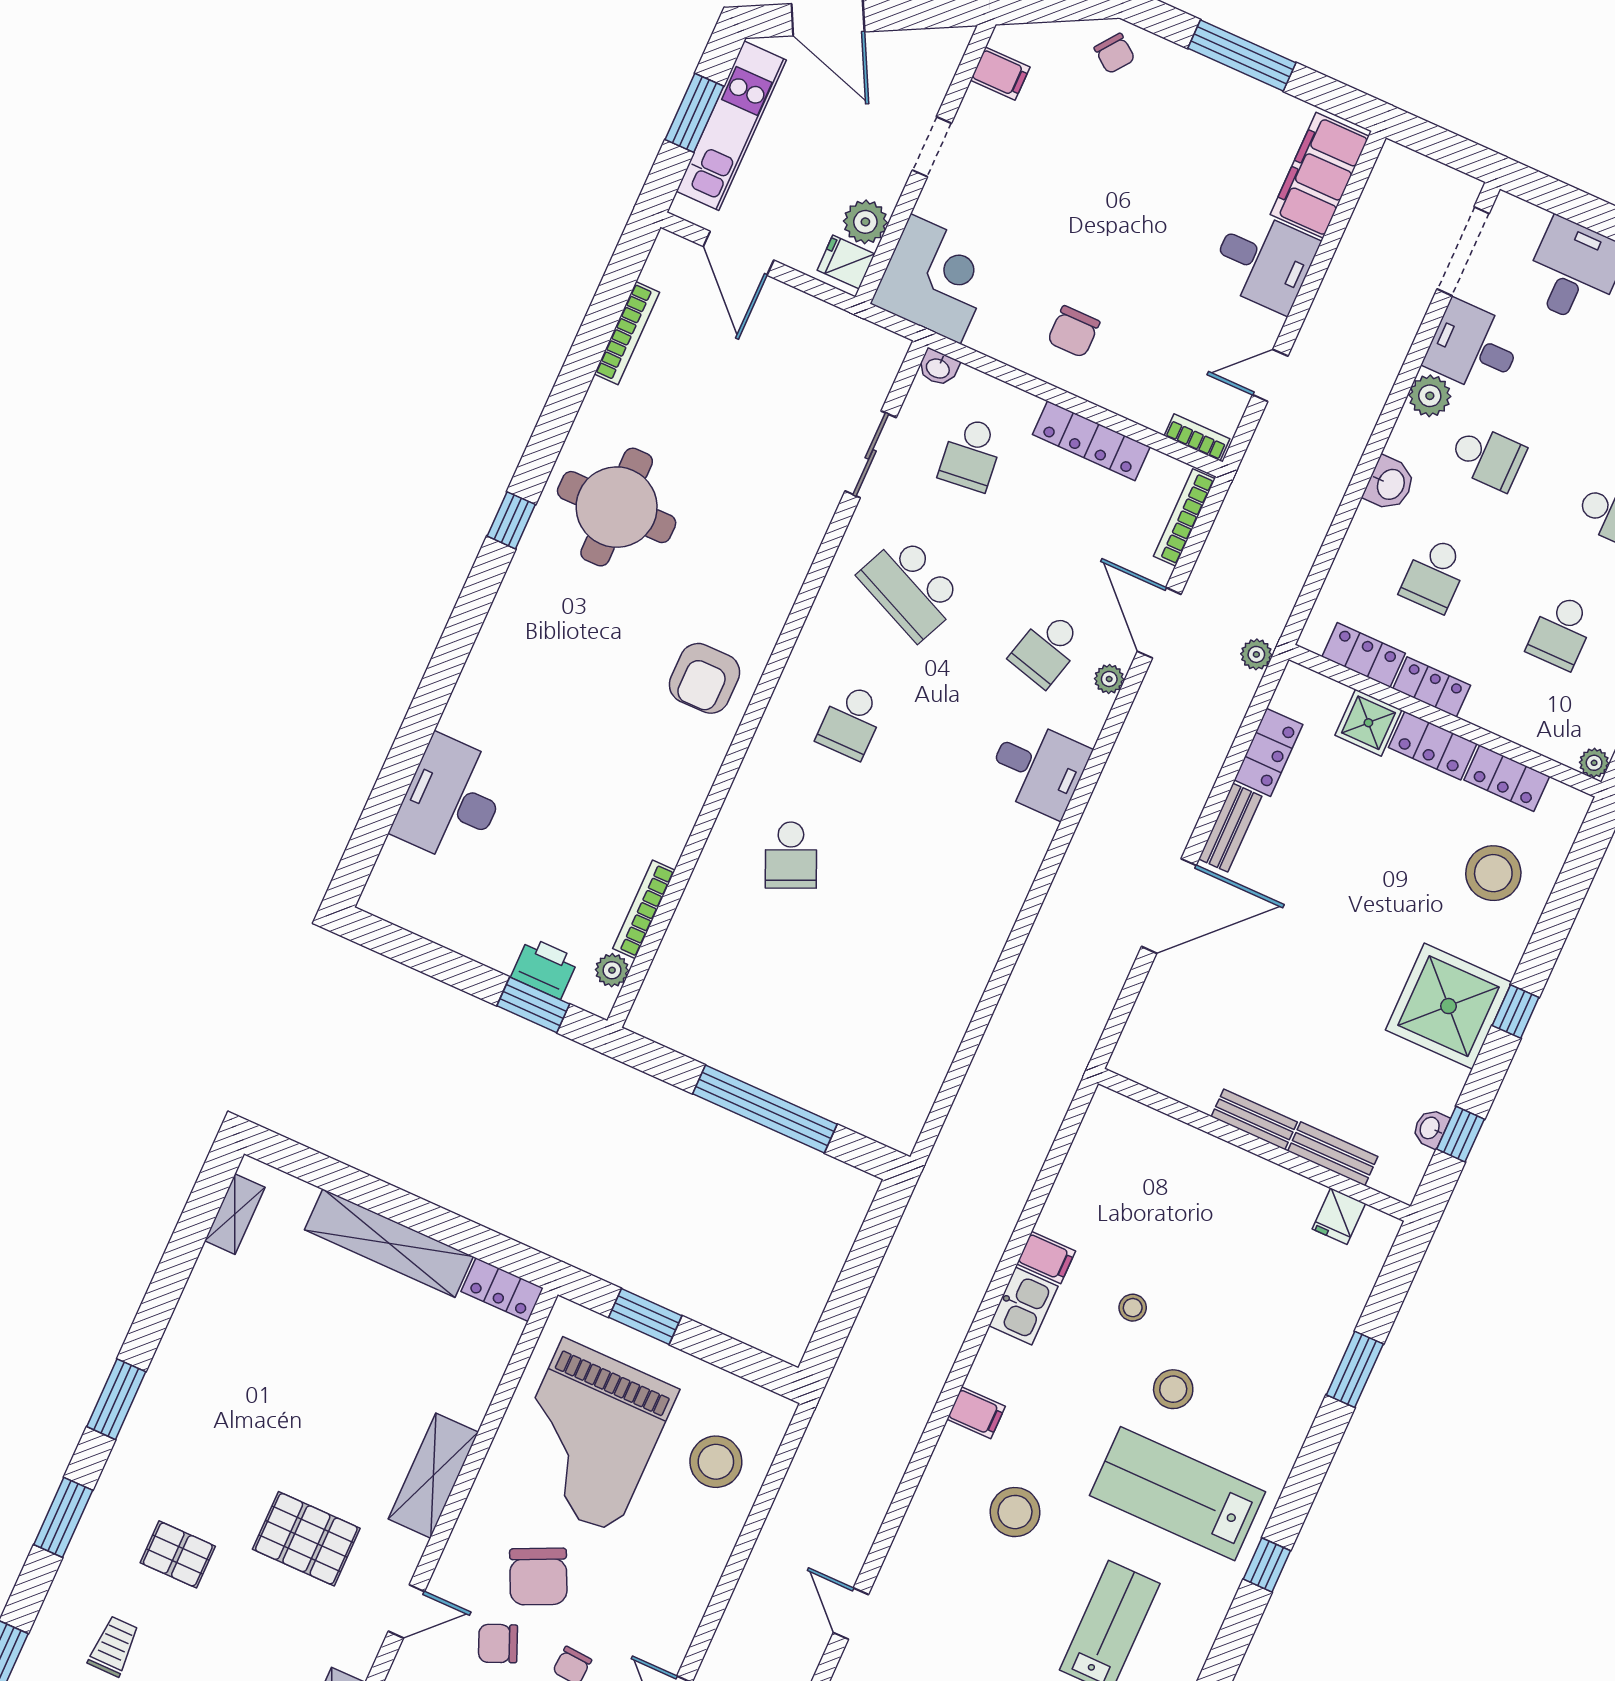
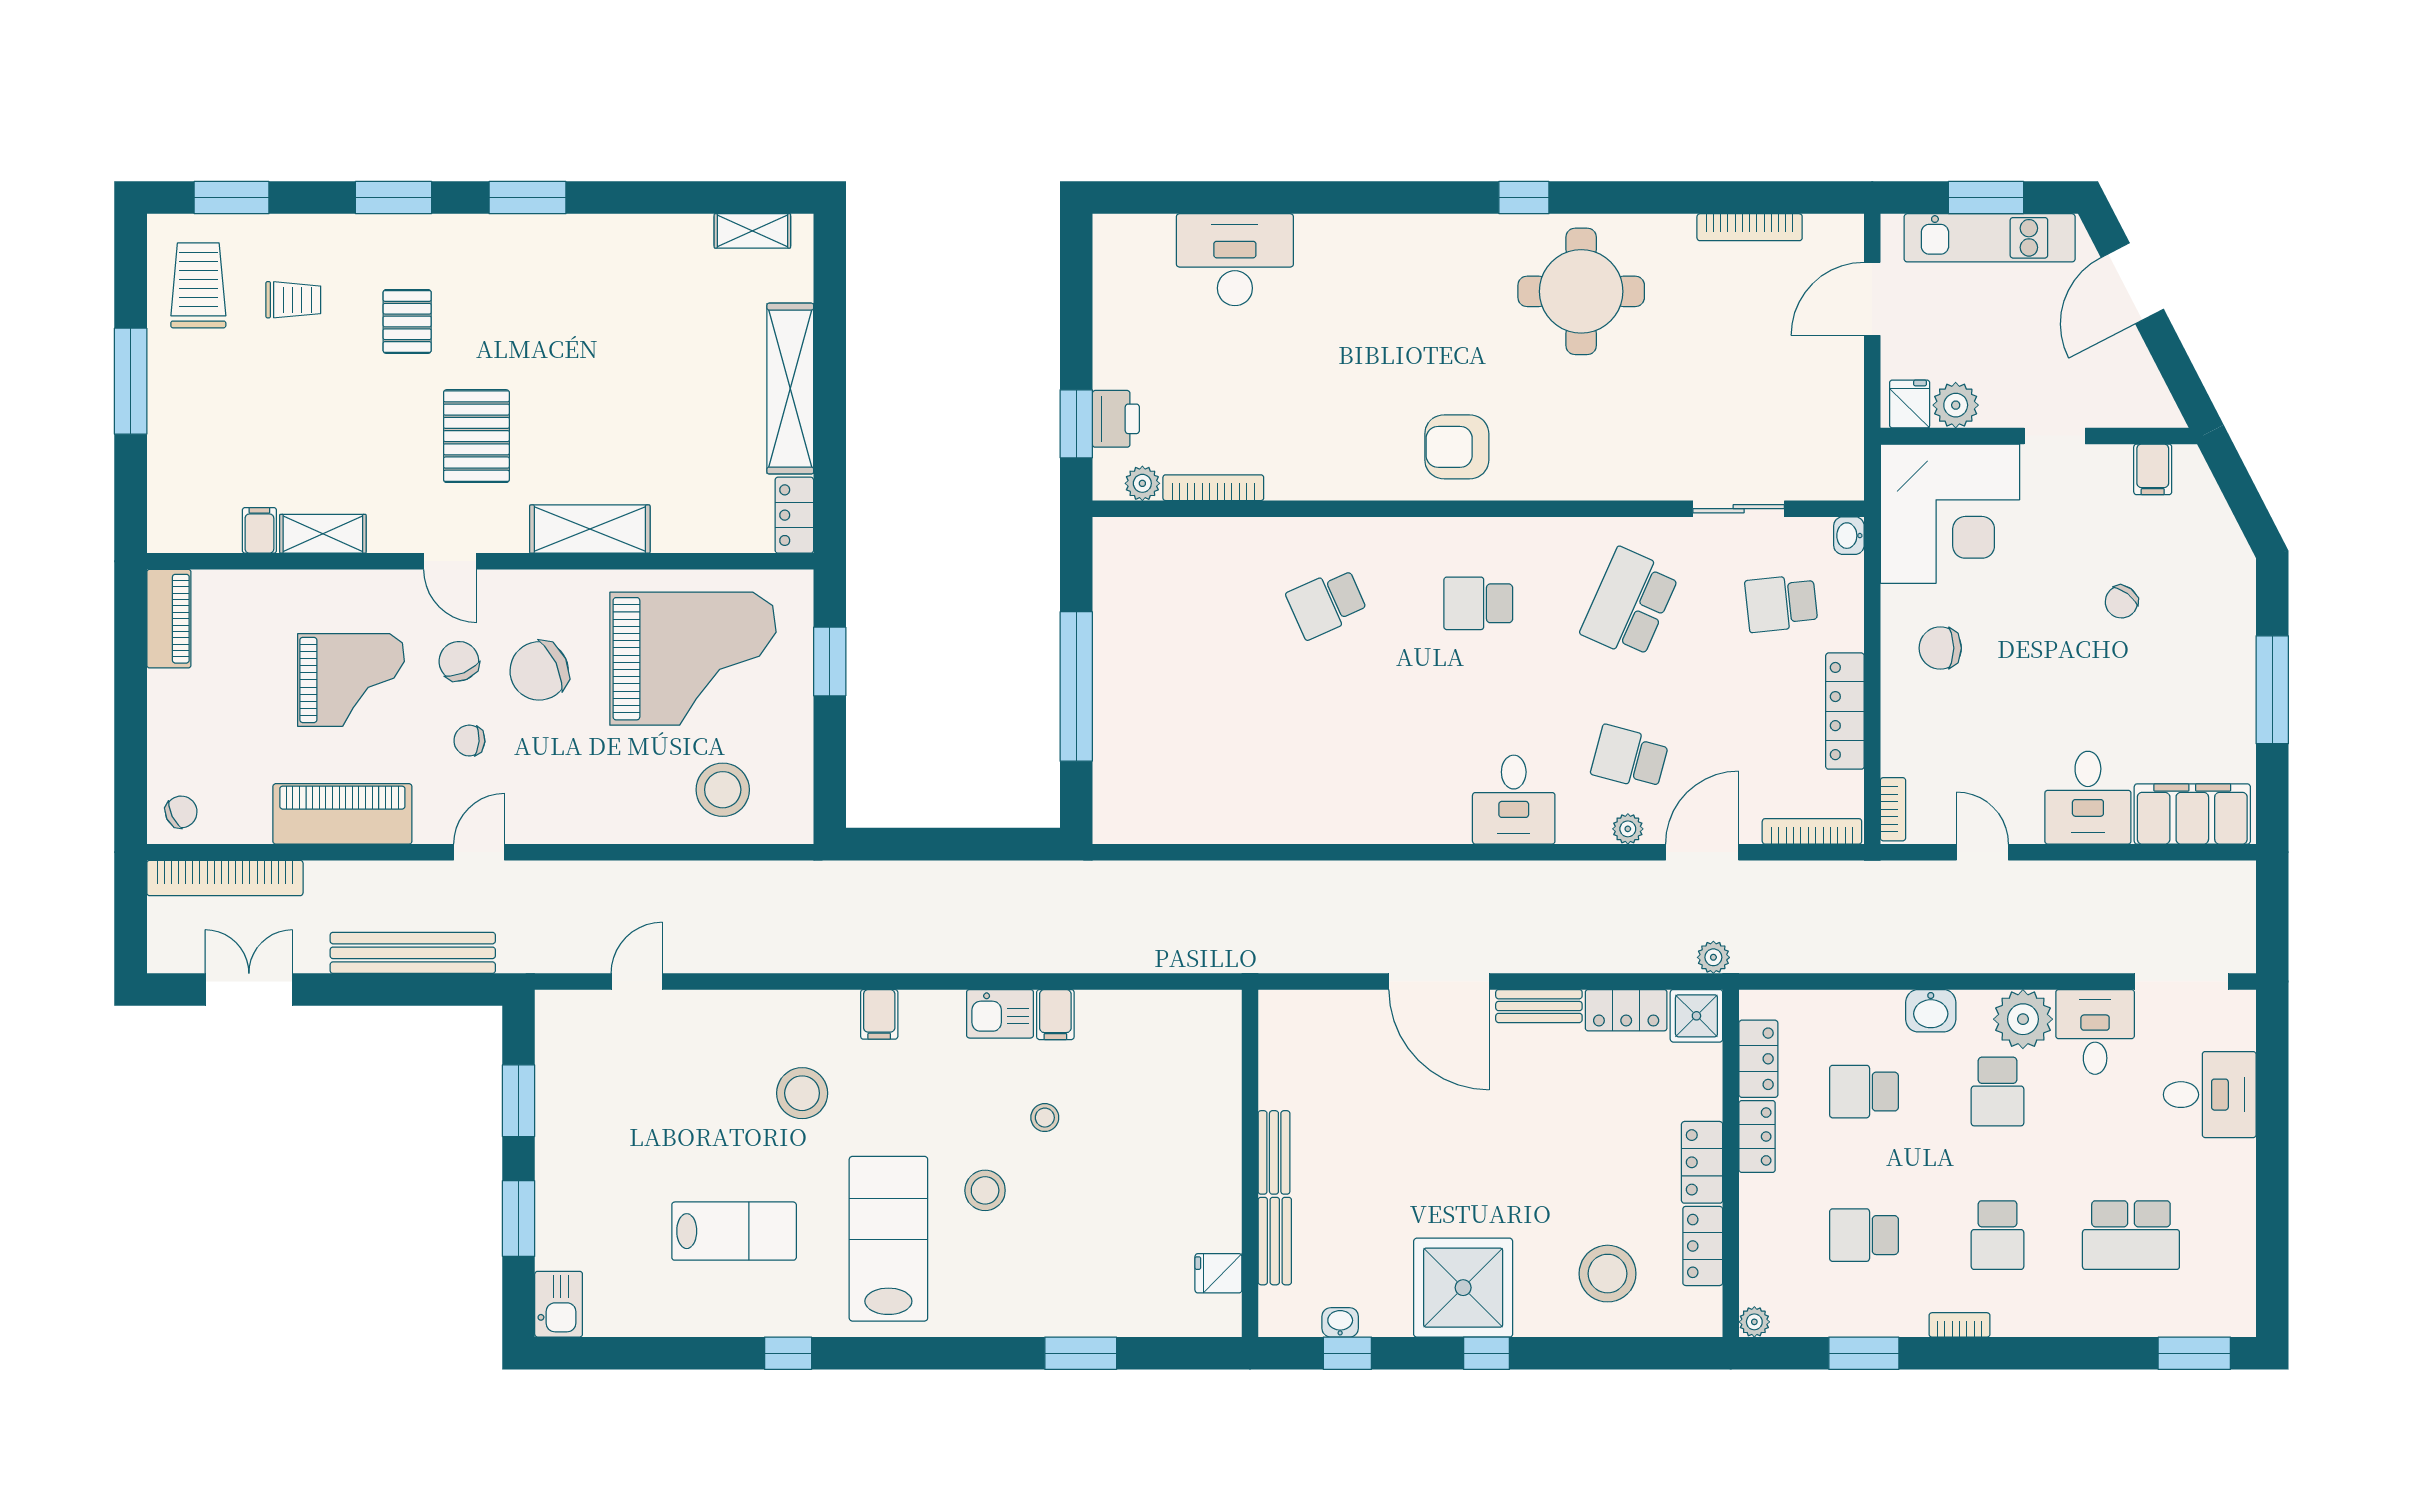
chair: (1115, 53) -> (2121, 602), moved
corner desk: (935, 279) -> (1950, 514), width x1.36, depth x1.36
plant: (1430, 396) -> (2023, 1019), width x1.36, depth x1.36
shower: (1368, 723) -> (1696, 1016), moved
grand piano: (589, 1436) -> (693, 659), turned 180
window: (1267, 1565) -> (788, 1353), moved

